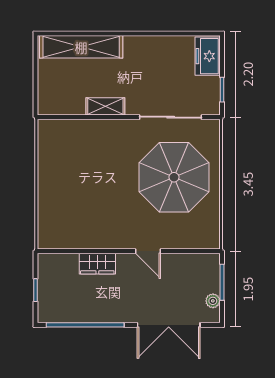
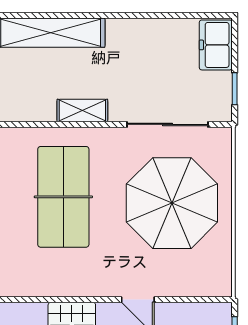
table tennis table: (91, 172) -> (63, 197), added

